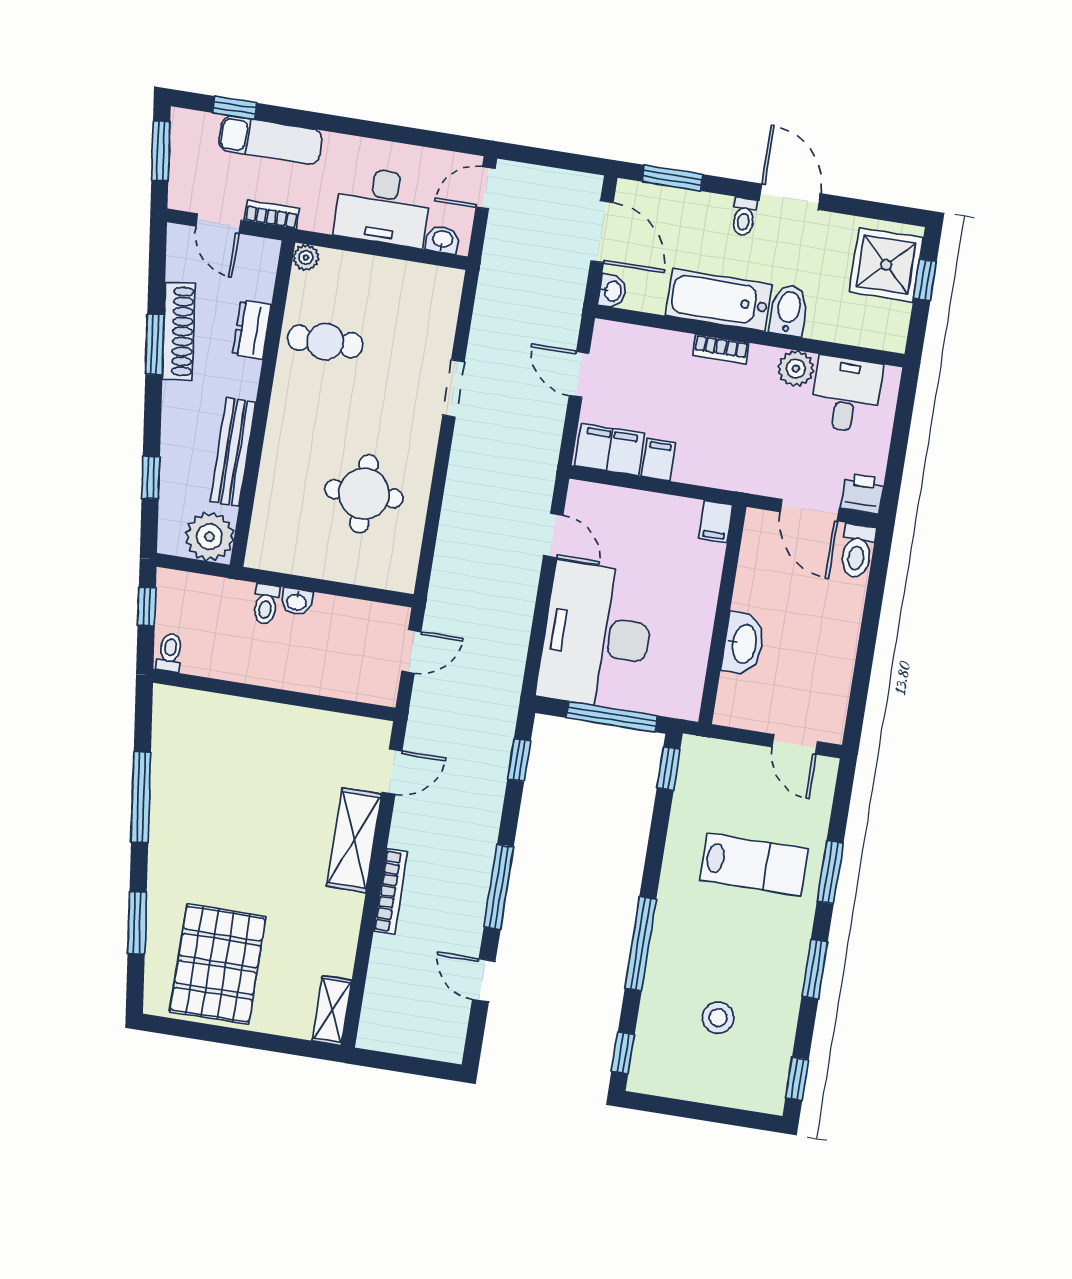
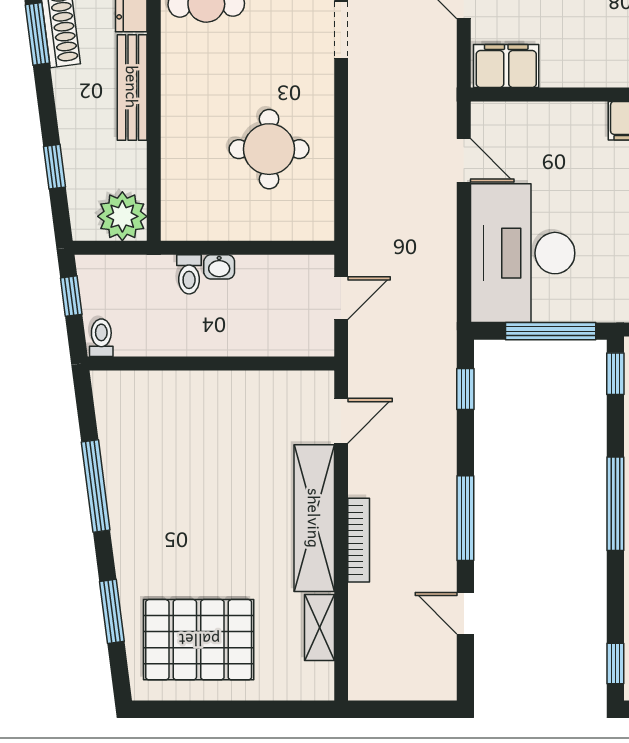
bench: (233, 452) -> (132, 87), moved
filing cabinet: (658, 459) -> (556, 68), removed
shelving: (354, 840) -> (314, 518), width x1.47
window: (640, 944) -> (615, 504), moved
pallet: (218, 964) -> (199, 640), turned 90
shelving: (332, 1010) -> (319, 628), moved

